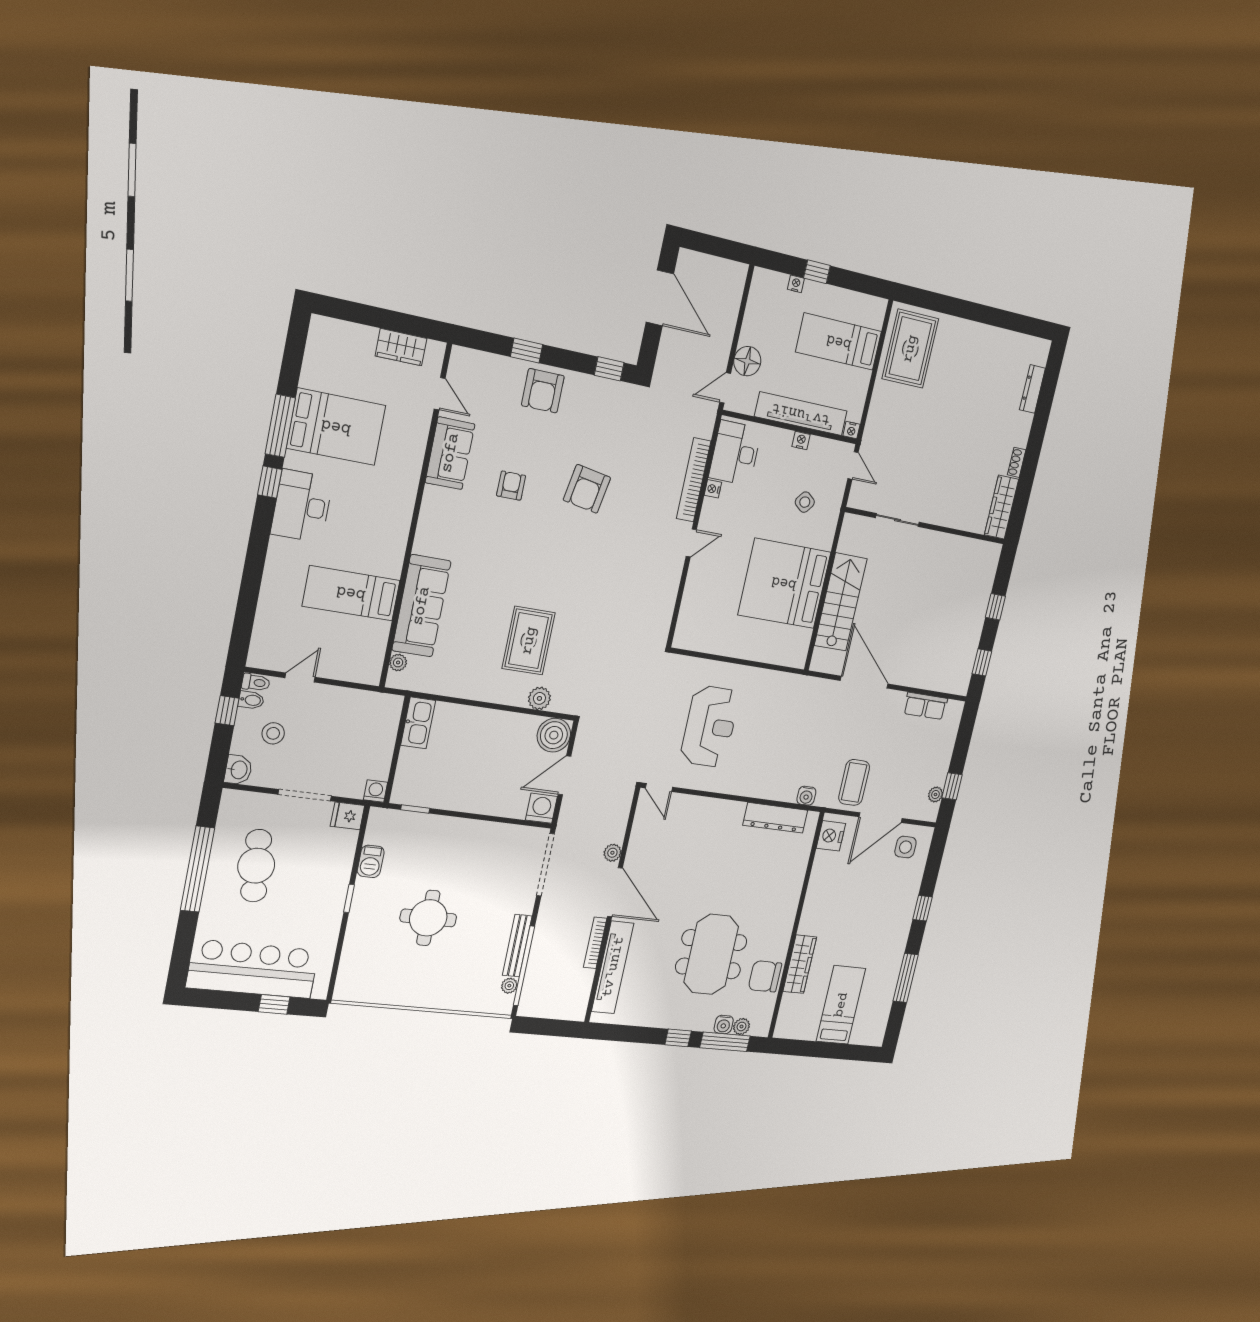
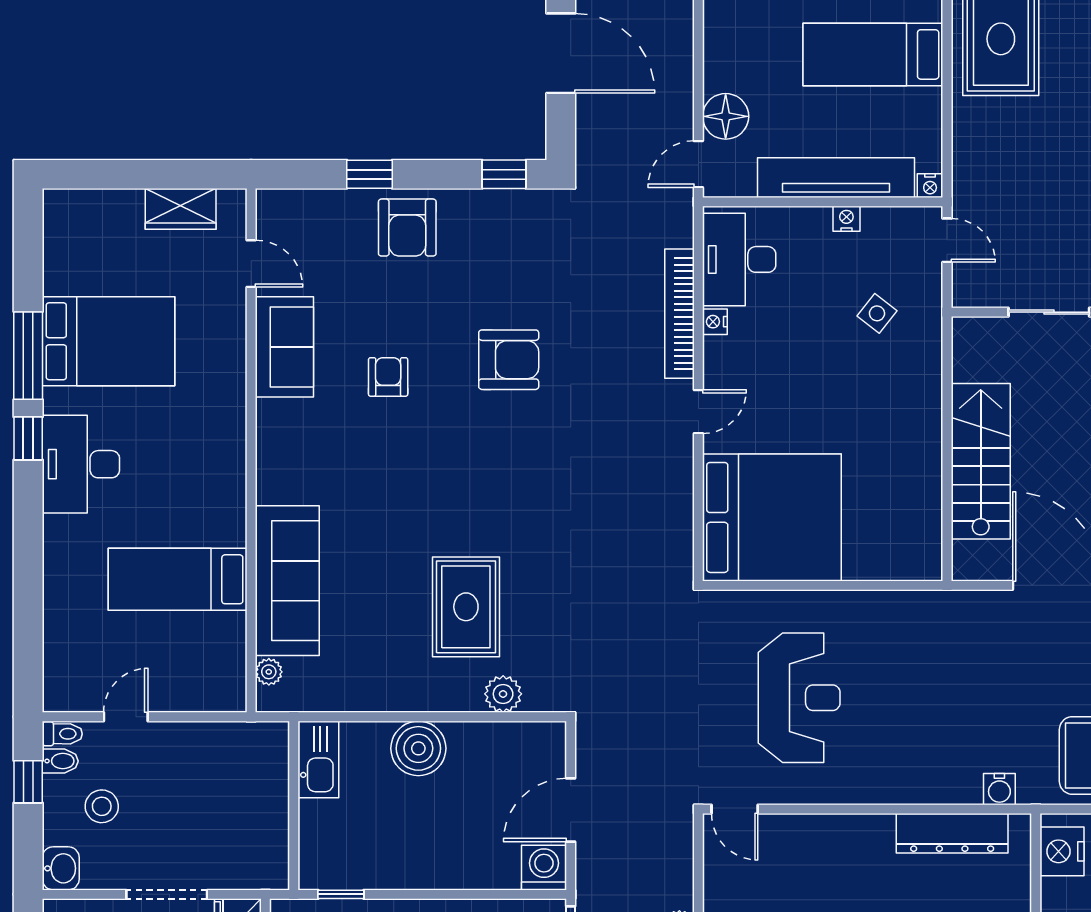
armchair: (587, 489) -> (509, 360), turned -100
bed: (784, 583) -> (772, 517), moved, turned 180
boiler: (554, 735) -> (418, 748), moved
washing machine: (376, 791) -> (273, 874), removed

